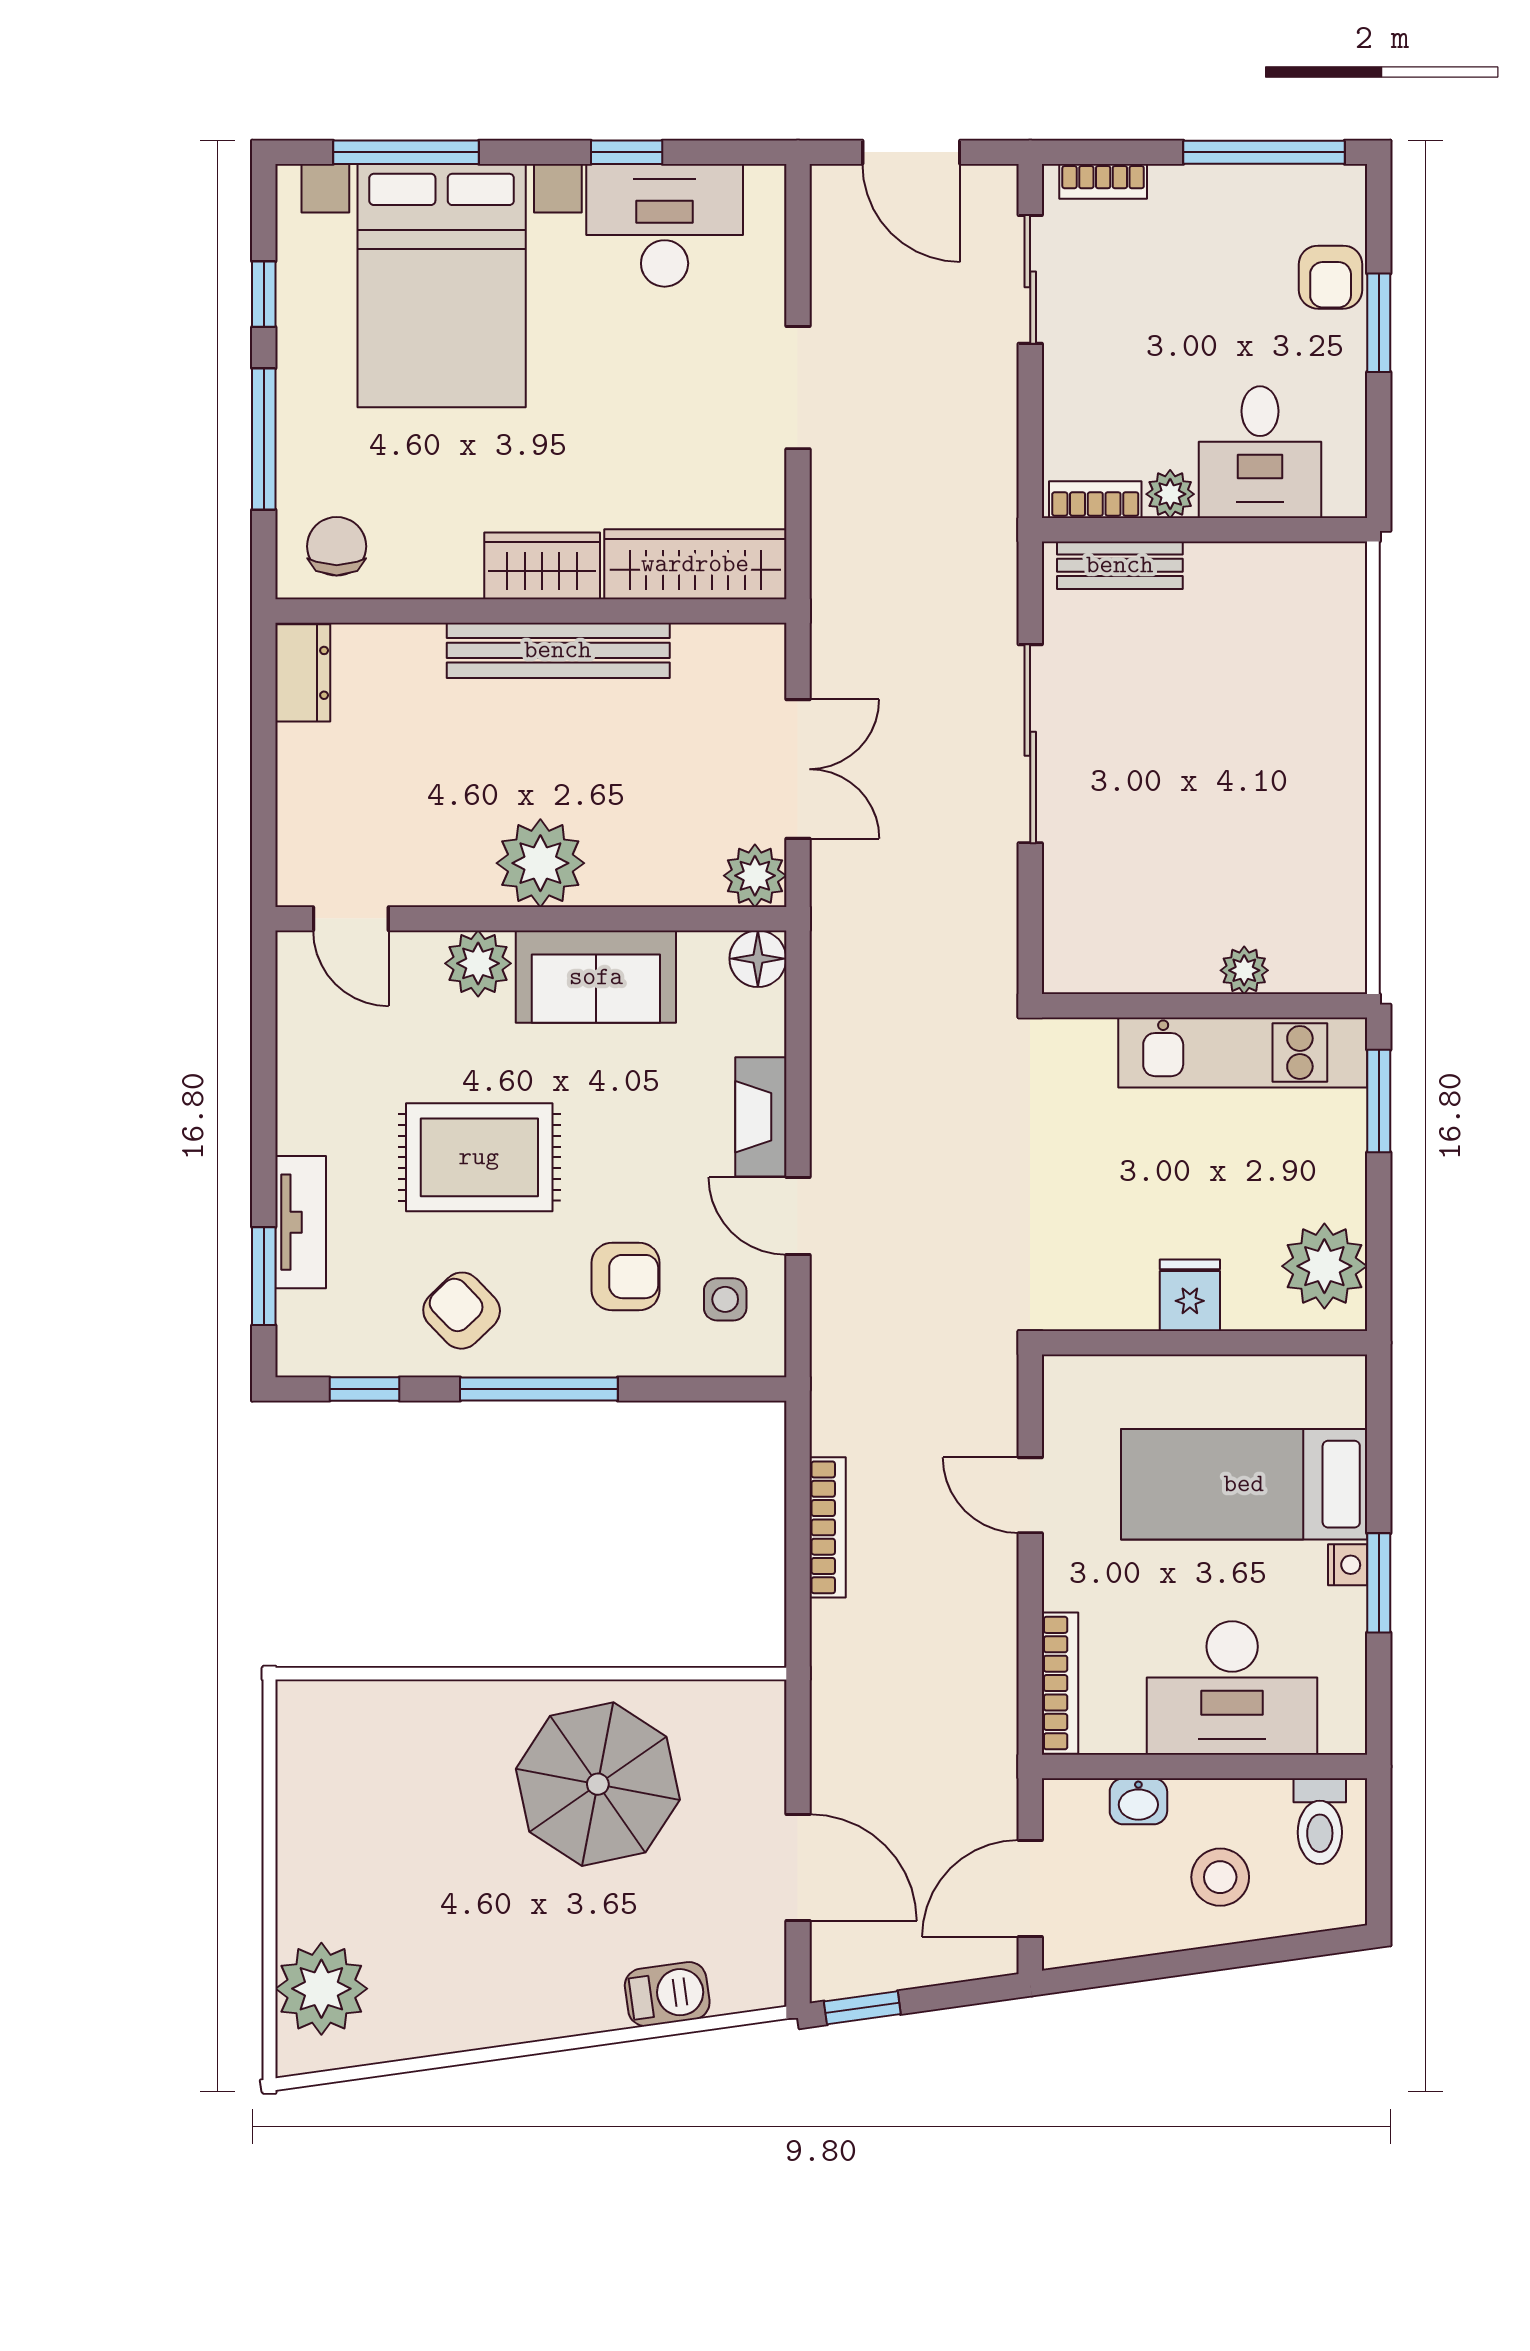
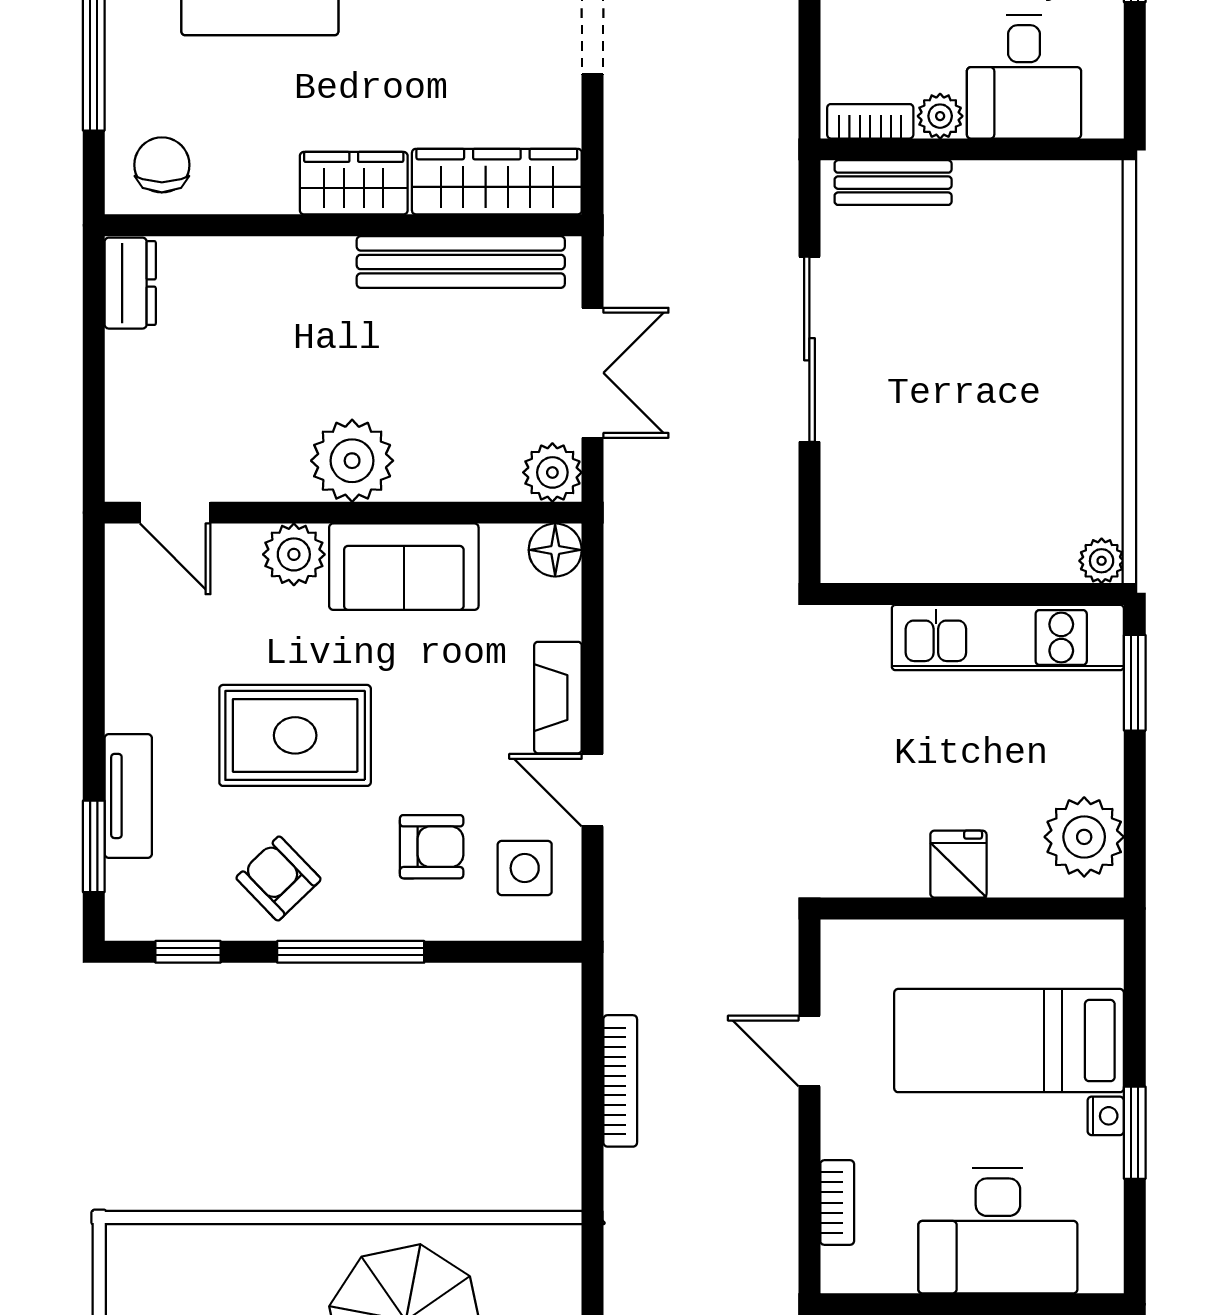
bench: (558, 650) -> (461, 262), moved
plant: (1244, 970) -> (1102, 561), moved
side table: (725, 1299) -> (525, 868), width x1.37, depth x1.37
bookcase: (1060, 1683) -> (837, 1203), width x0.64

